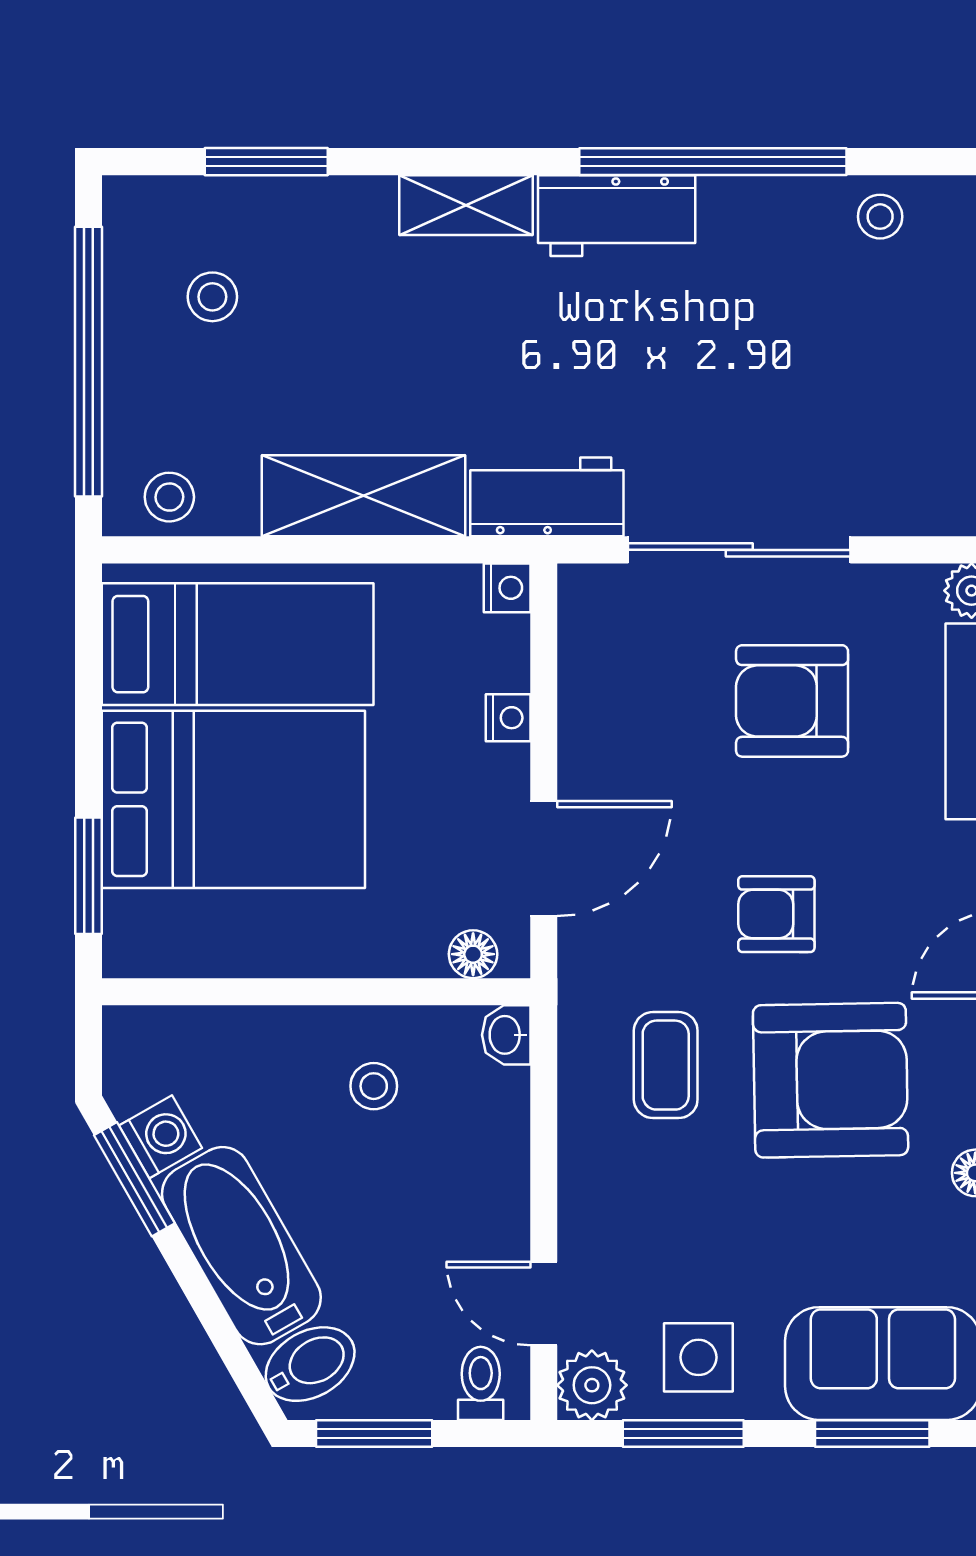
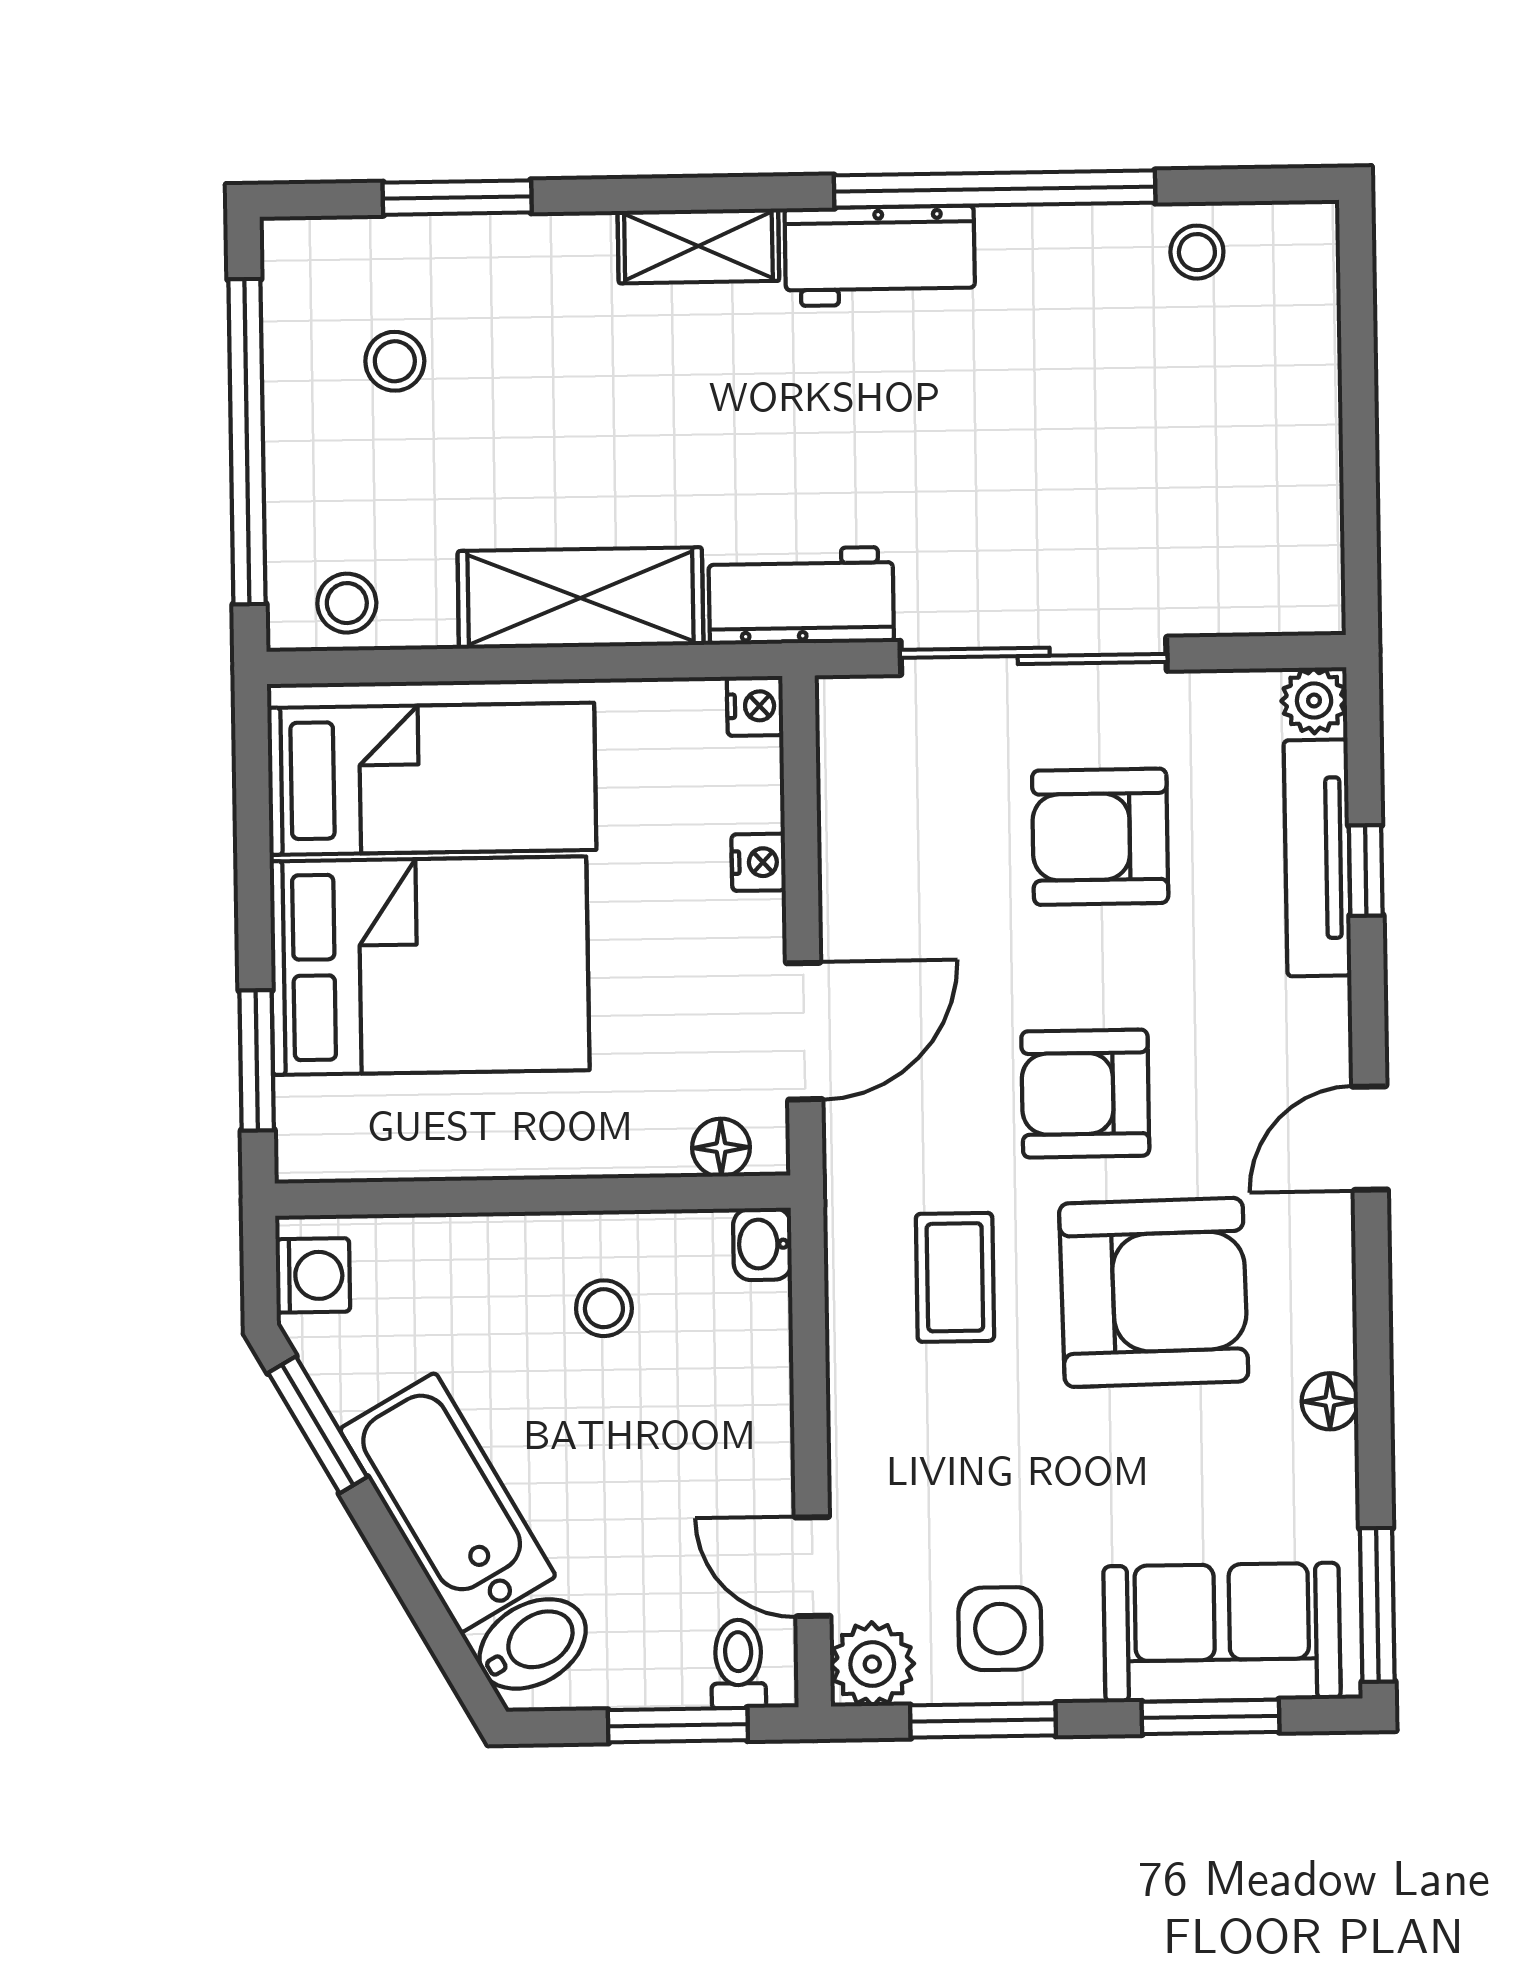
armchair: (776, 914) -> (1085, 1094), width x1.38, depth x1.38
washing machine: (161, 1137) -> (313, 1275), moved, turned 30
window: (374, 1433) -> (678, 1725), moved

